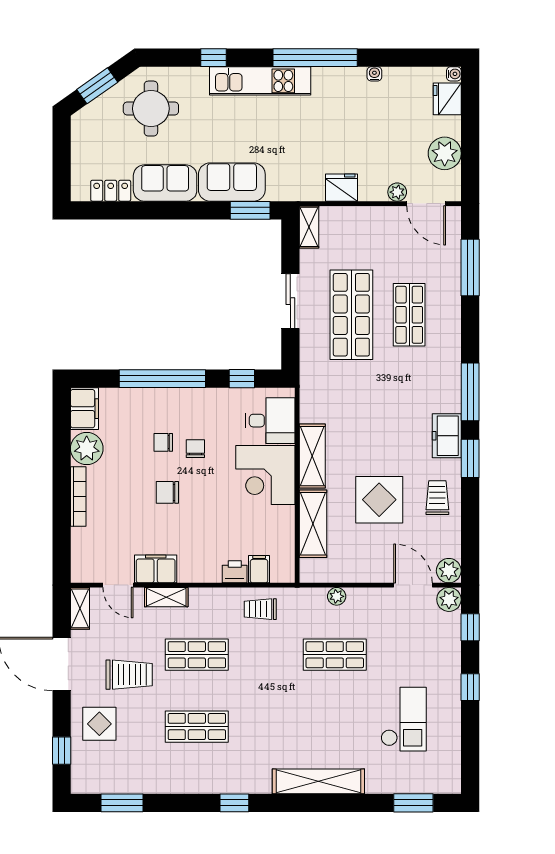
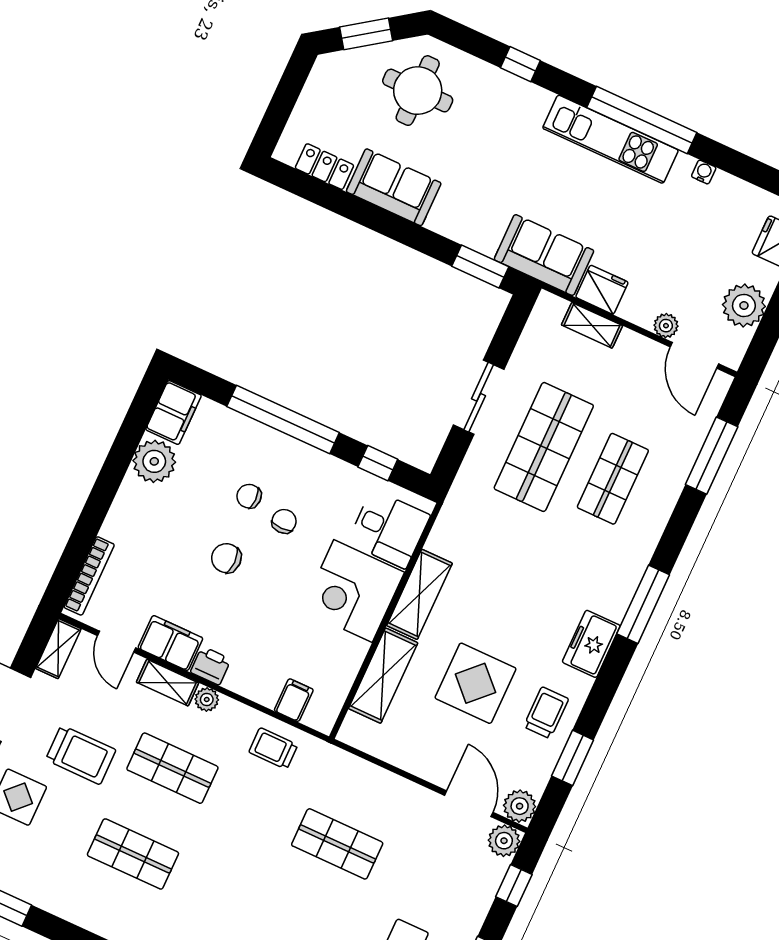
kitchen unit: (260, 81) -> (610, 139), moved
sofa: (232, 182) -> (544, 255), moved
shelving: (309, 227) -> (592, 325), moved, turned 90
window: (470, 458) -> (573, 758), moved
bookcase: (78, 496) -> (89, 576), moved
printer: (235, 572) -> (211, 666), moved
plant: (337, 596) -> (207, 700), moved

